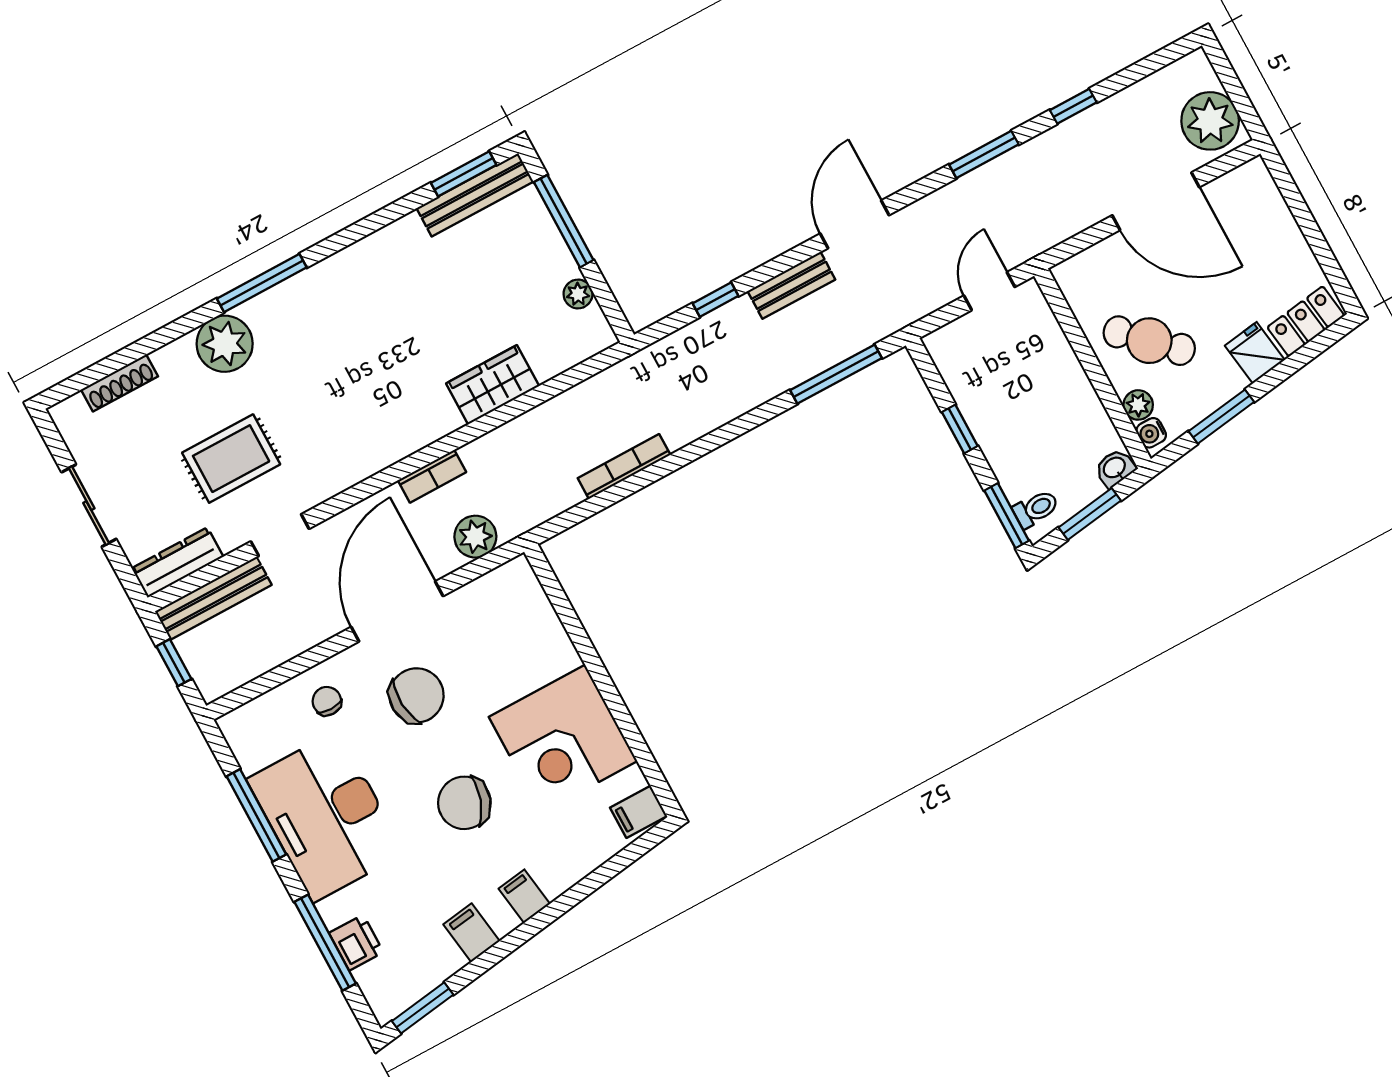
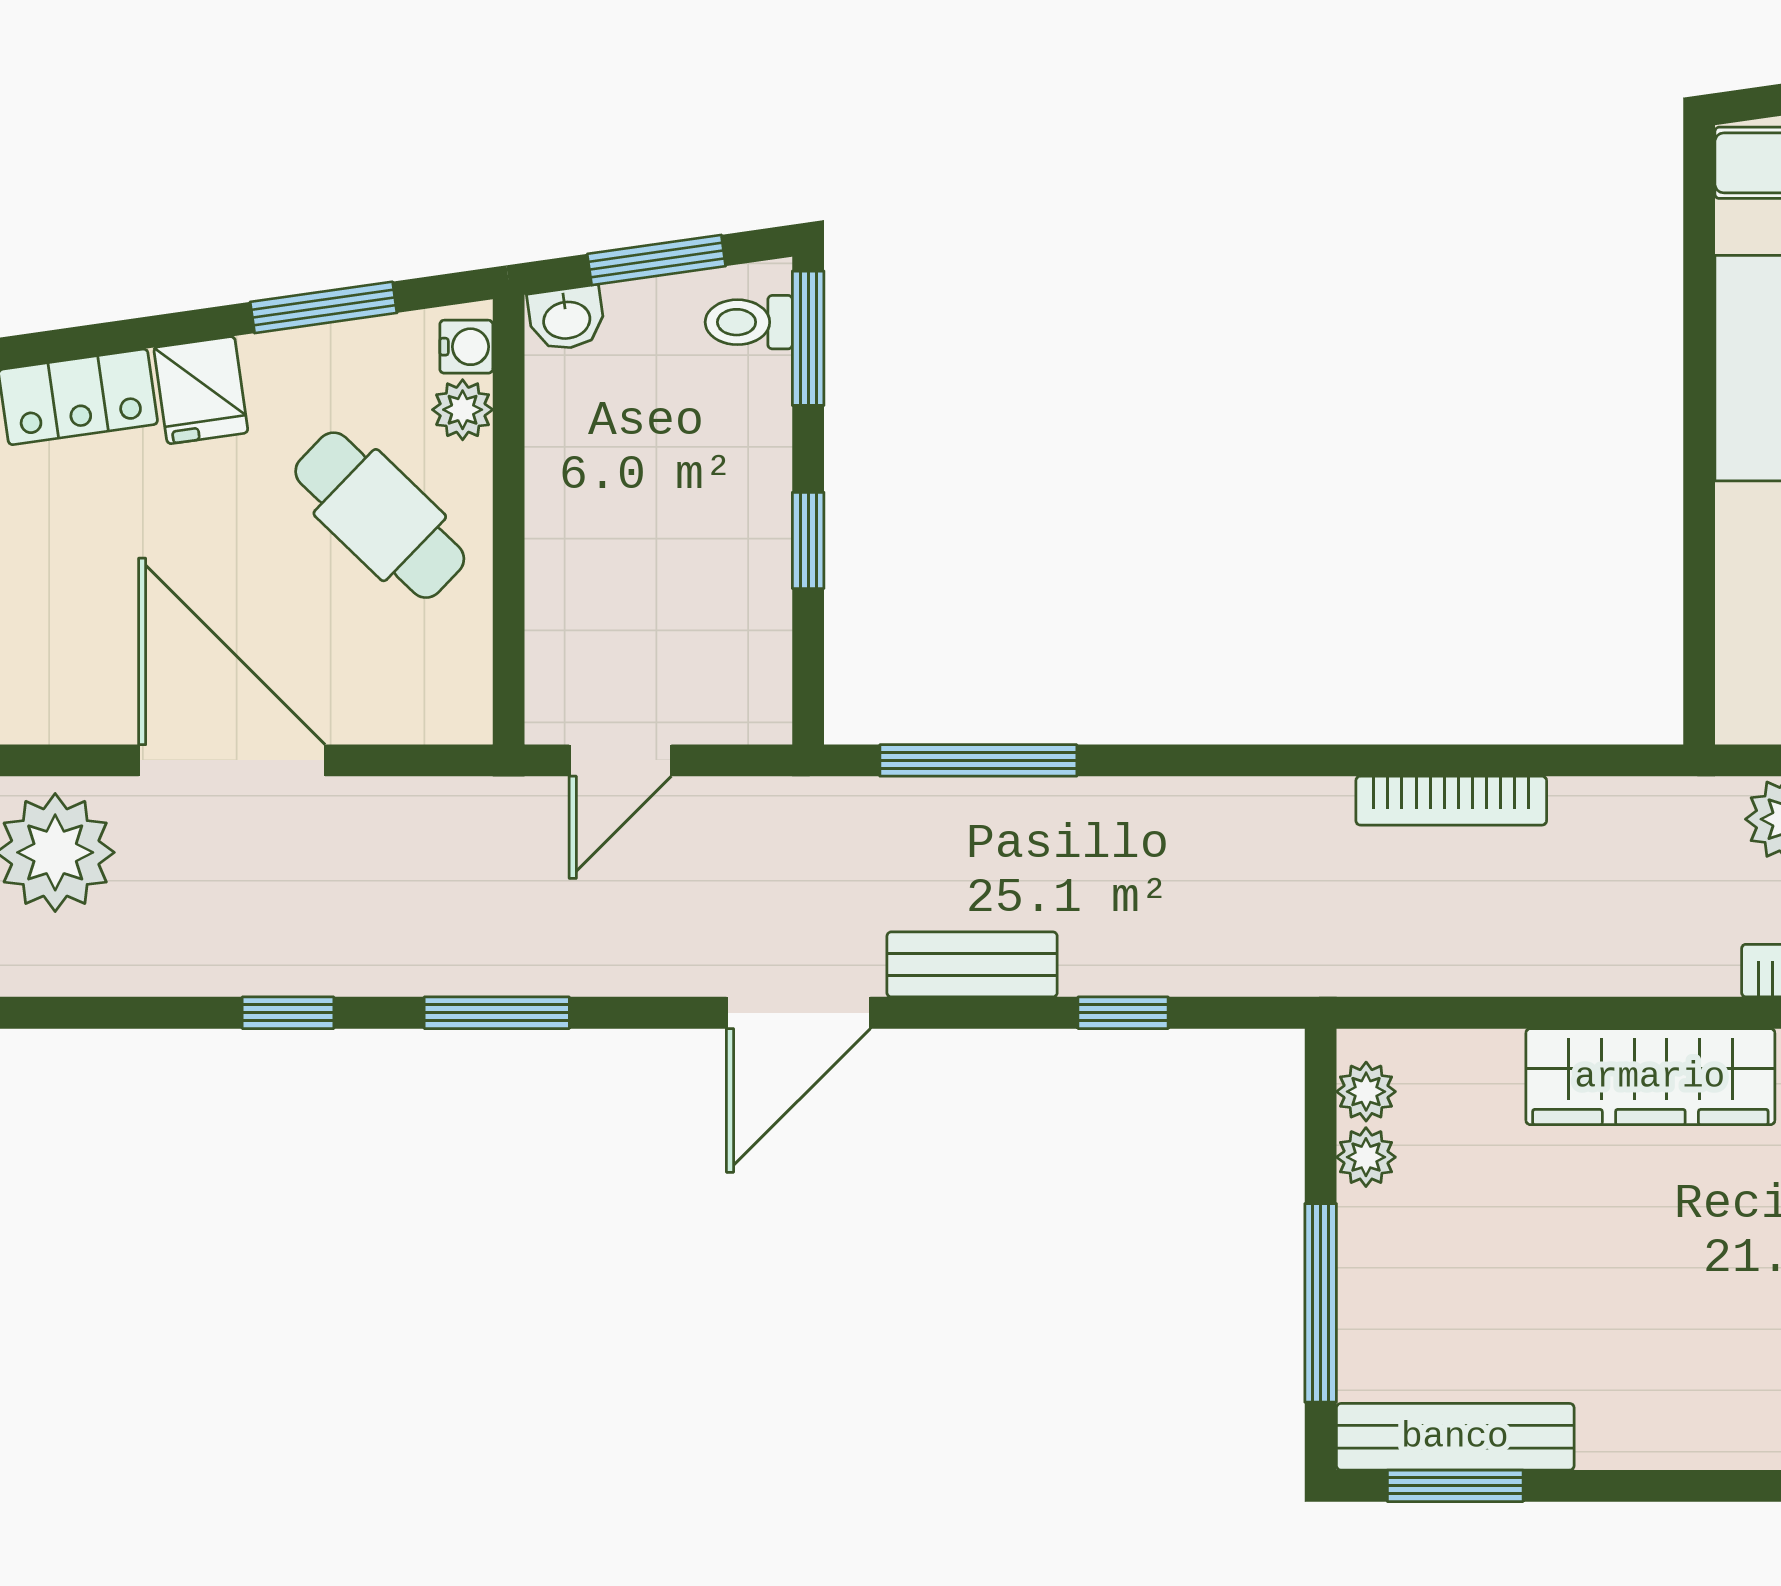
plant: (593, 322) -> (1366, 1092), added
wardrobe: (493, 385) -> (1650, 1077), width x1.50

